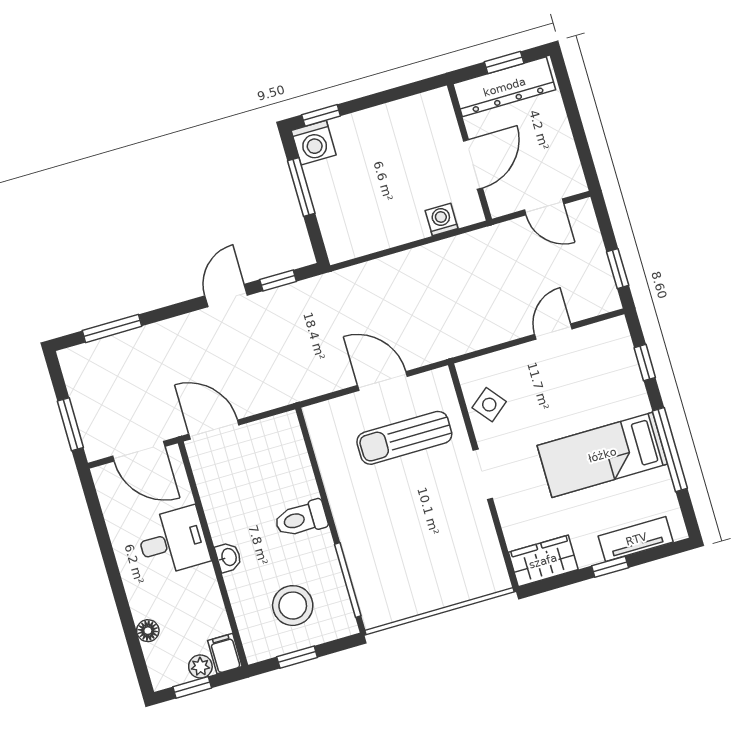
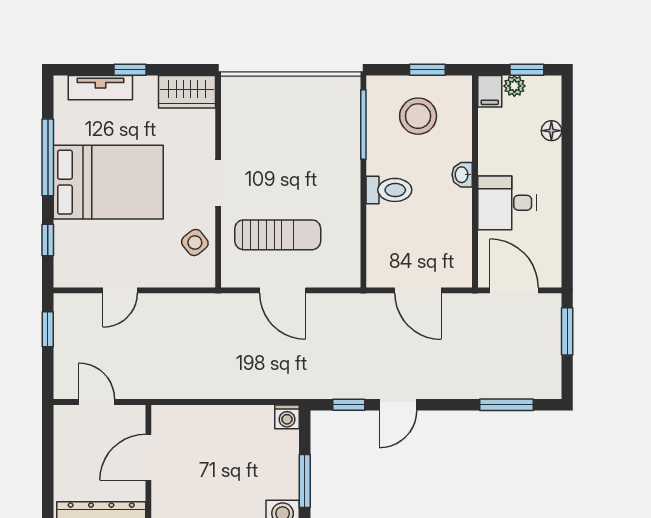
washing machine: (442, 220) -> (287, 417), moved
door: (214, 430) -> (418, 290), moved
bed: (602, 455) -> (108, 182), width x1.50

